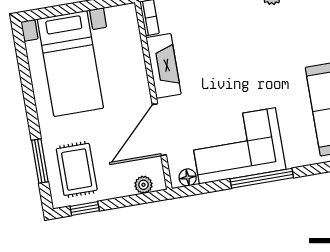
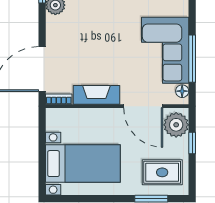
window: (262, 178) -> (192, 59), moved
plant: (143, 185) -> (176, 125), width x1.88, depth x1.88
window: (85, 209) -> (192, 143), moved

